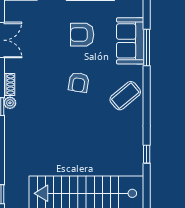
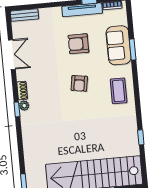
window: (147, 47) -> (133, 49), width x0.69
coffee table: (125, 96) -> (119, 91), turned -50

